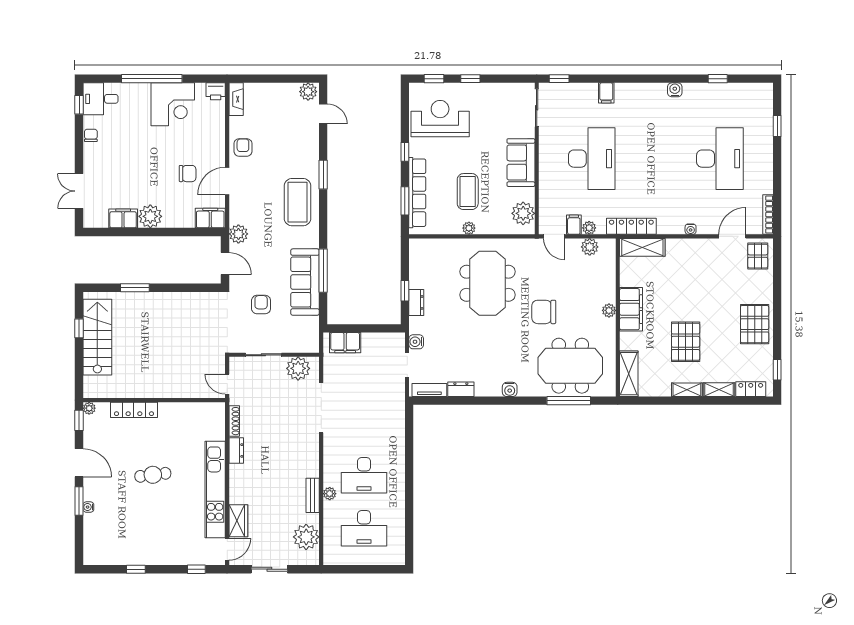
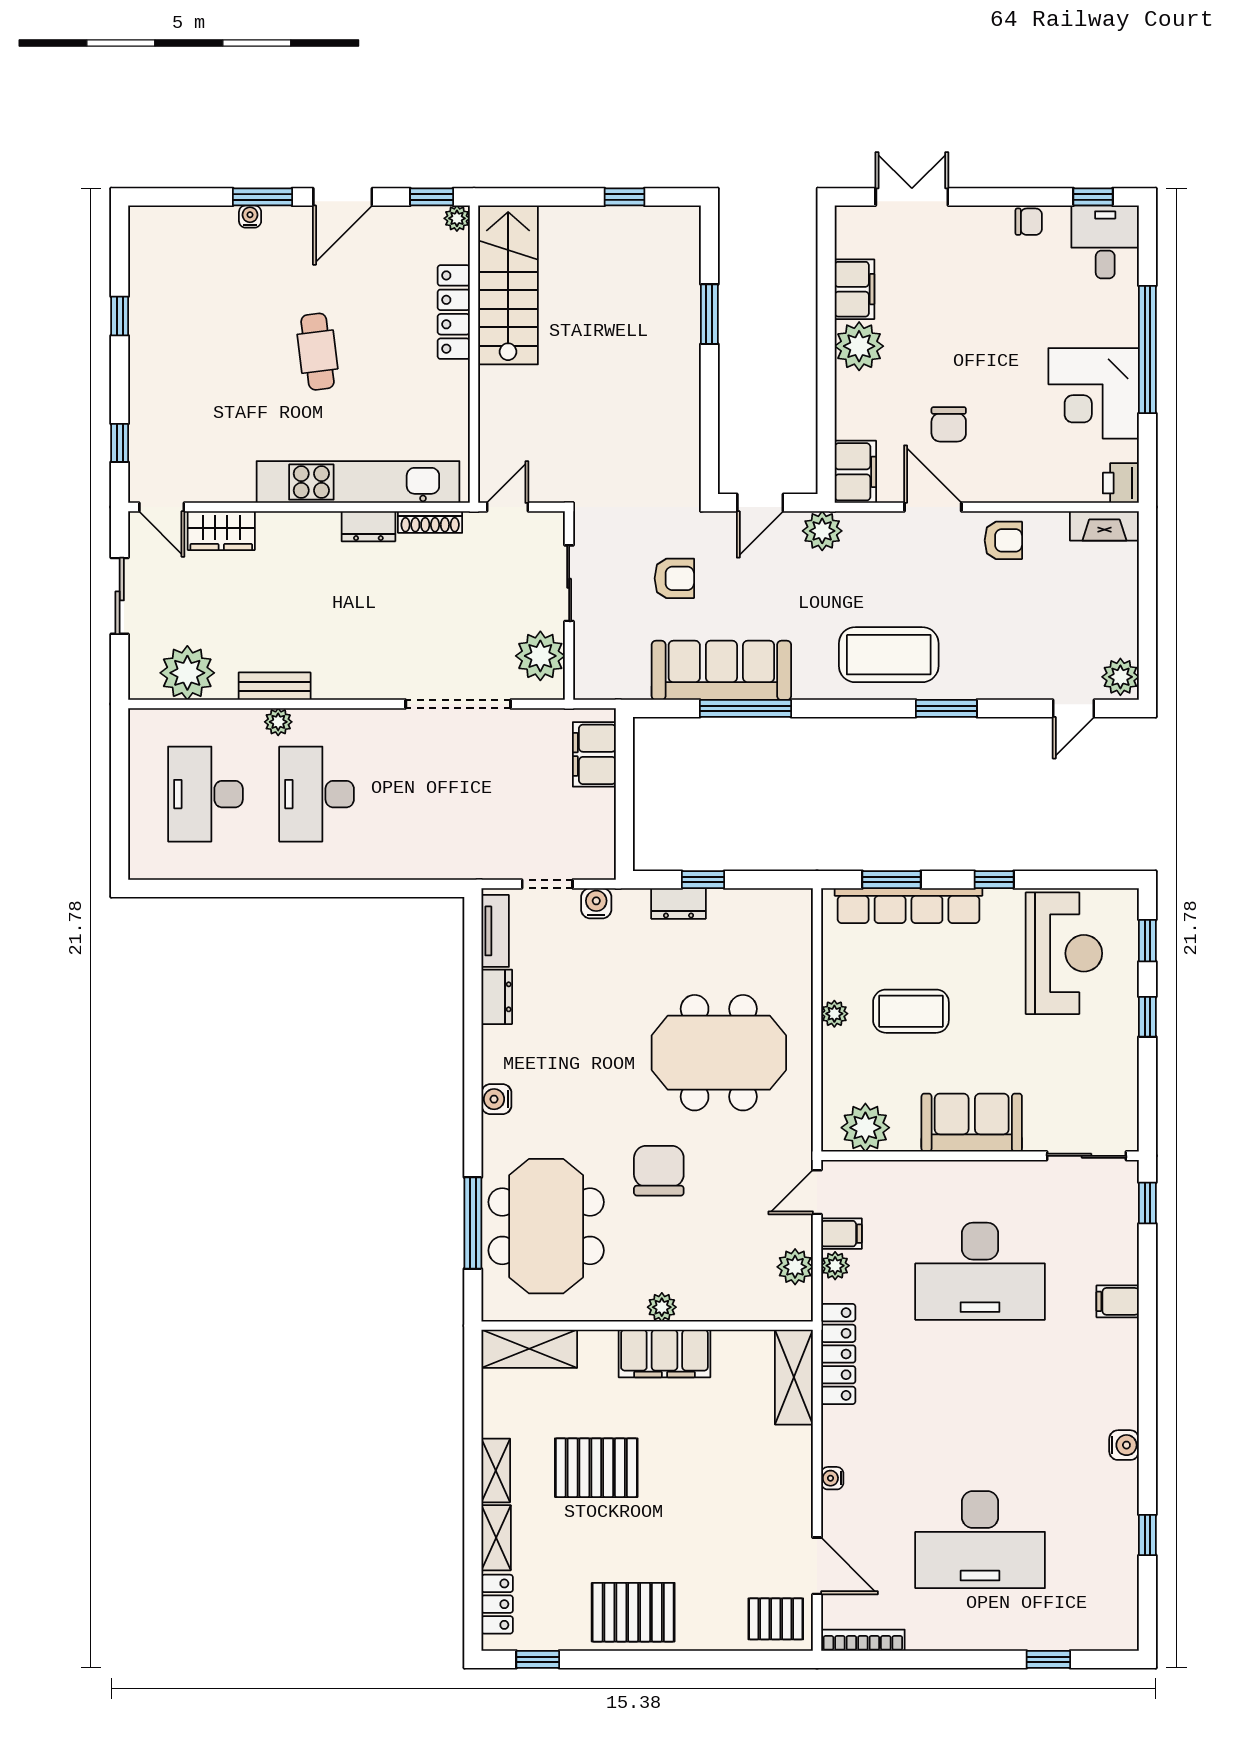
stairs: (97, 337) -> (508, 285), moved, turned -90
kitchen unit: (215, 489) -> (358, 482), moved

